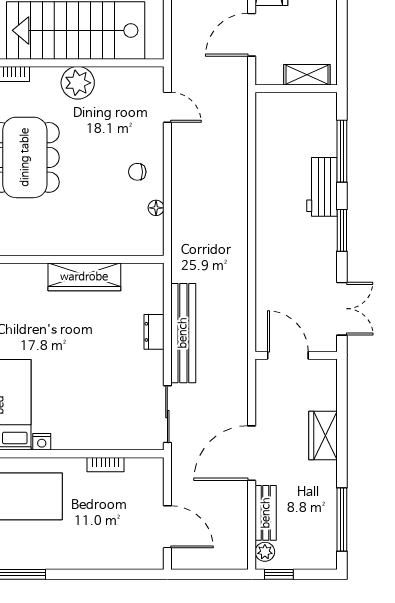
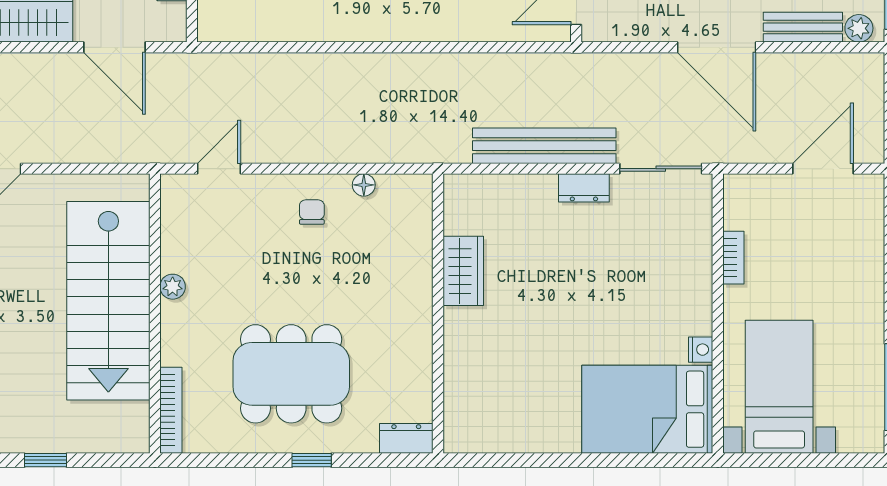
plant: (78, 83) -> (173, 287), width x0.53, depth x0.53
chair: (137, 172) -> (312, 212), turned 180
wardrobe: (84, 277) -> (463, 271), width x0.67
dresser: (154, 332) -> (584, 188), moved

